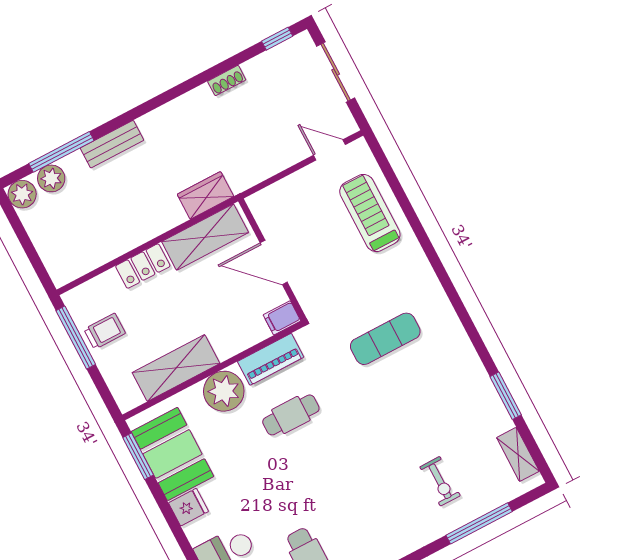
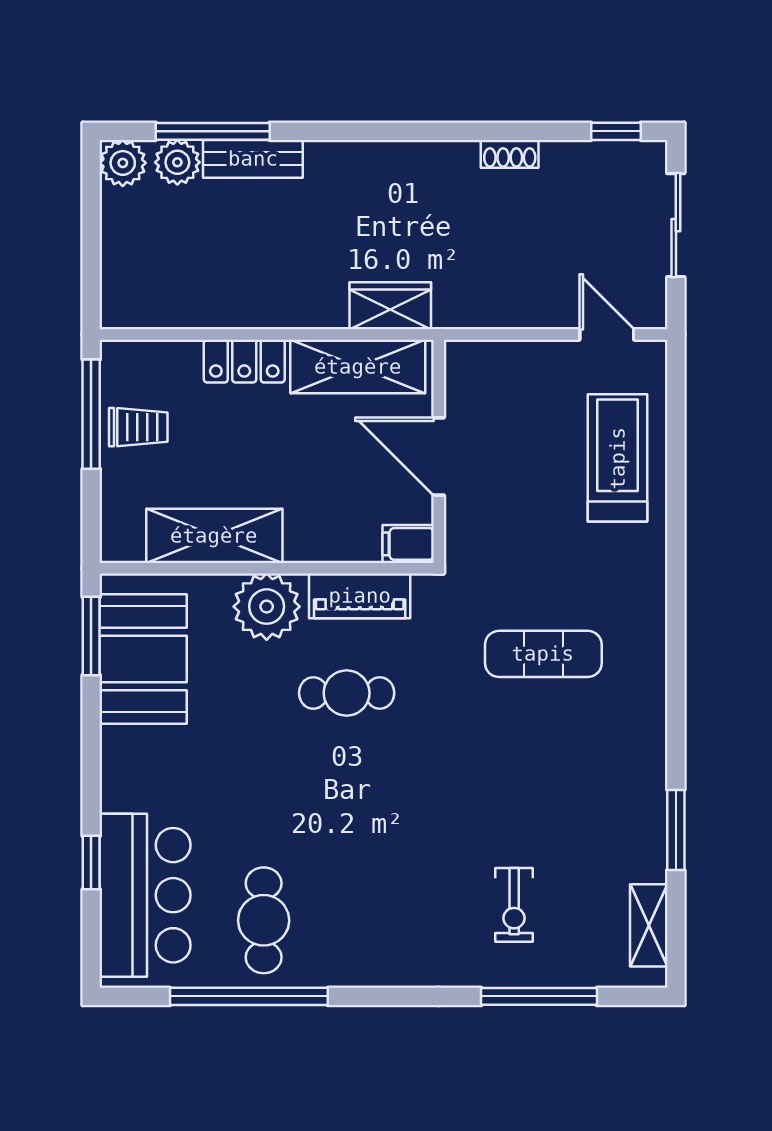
bench: (112, 144) -> (253, 159), moved
fridge: (189, 507) -> (126, 749), removed

